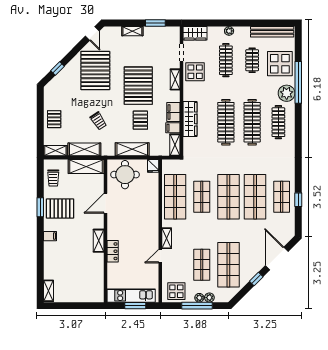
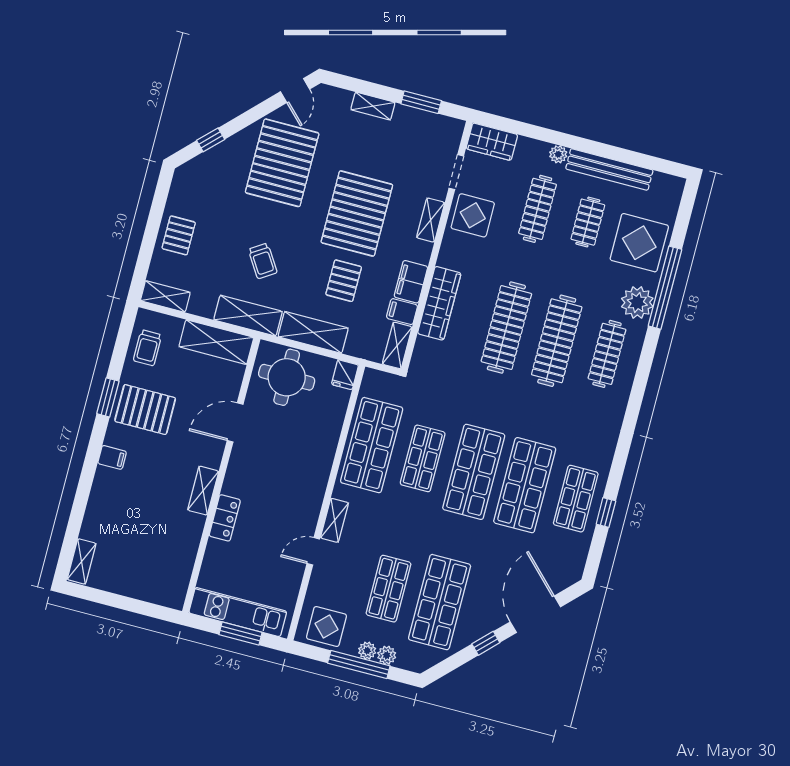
bench: (272, 32) -> (609, 169), moved
shelving: (84, 149) -> (248, 316), moved

